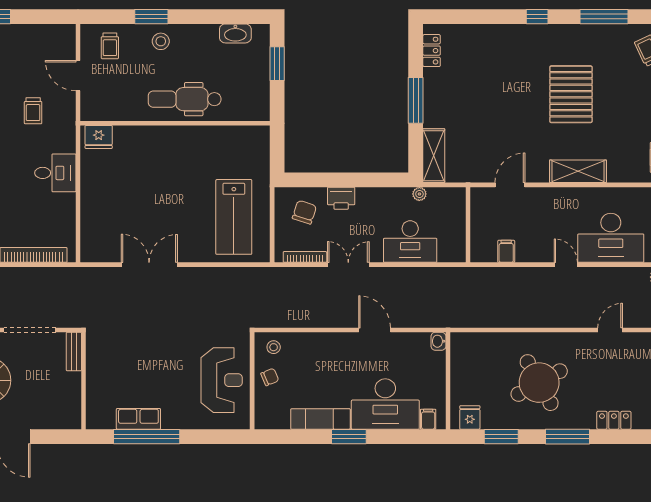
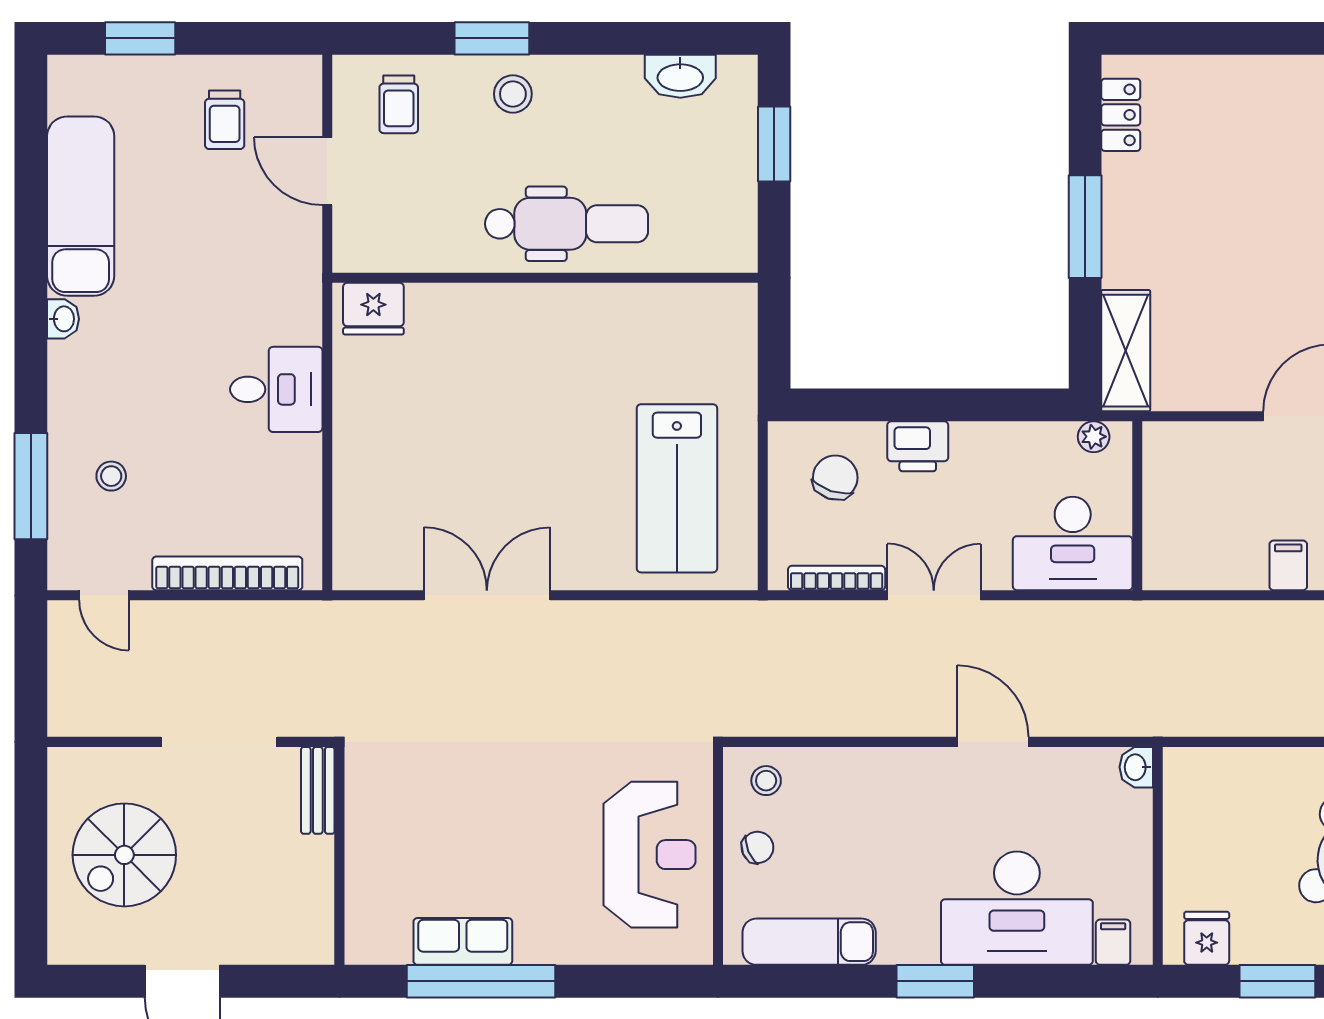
dental chair: (185, 99) -> (567, 224), turned 180
trolley: (33, 111) -> (225, 120), moved
wall: (468, 225) -> (1137, 506), moved
exam couch: (320, 419) -> (809, 942), moved

